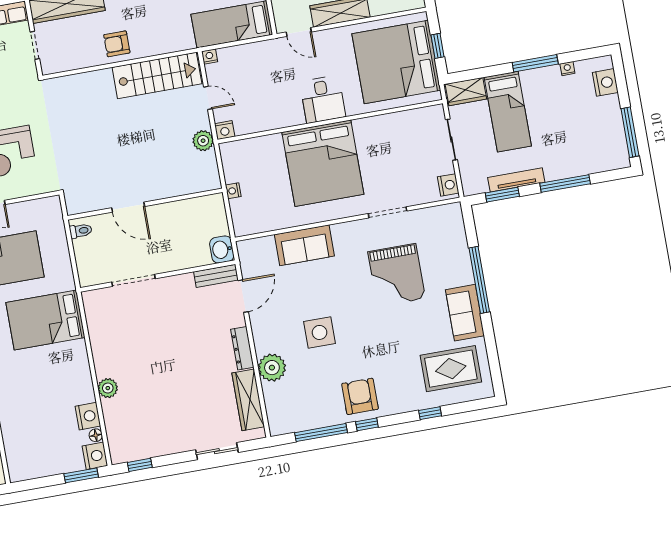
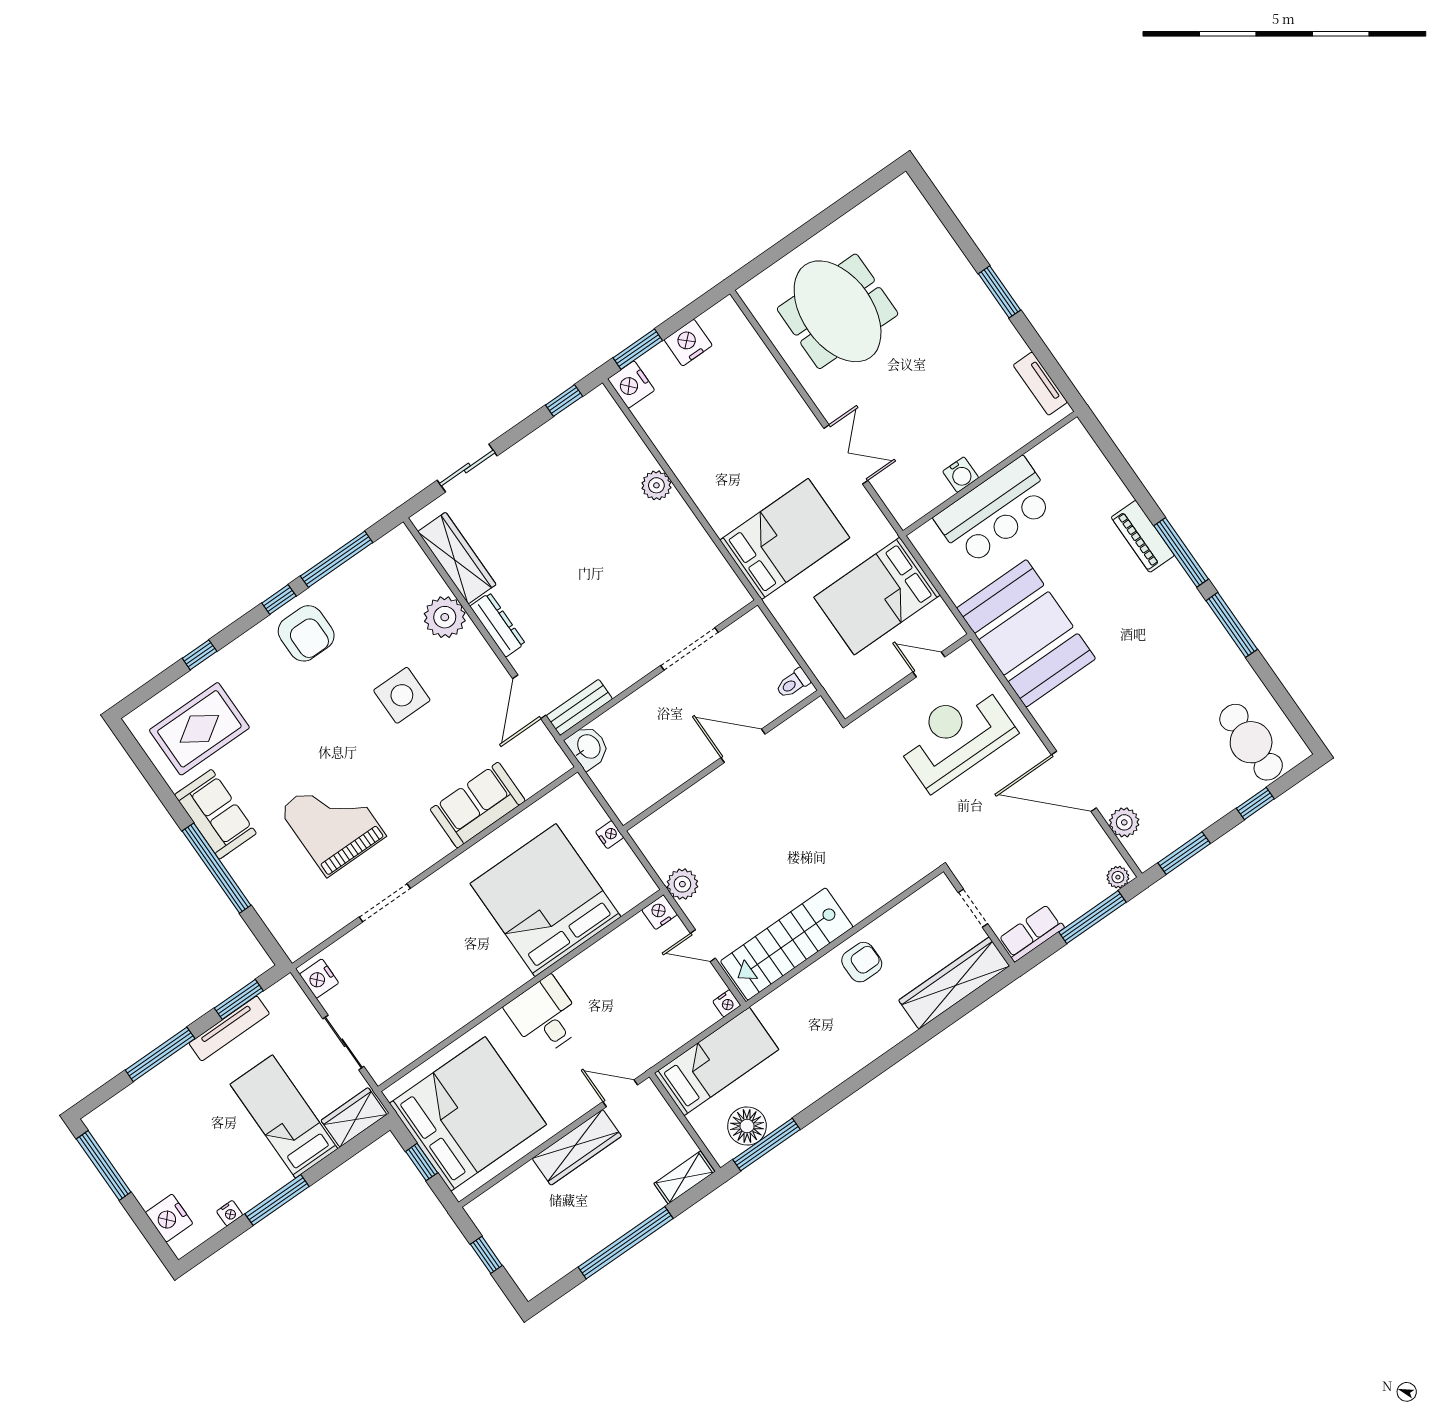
bed: (323, 163) -> (546, 900), moved
nightstand: (88, 416) -> (688, 343), moved, turned 90
floor lamp: (96, 435) -> (643, 413), removed

